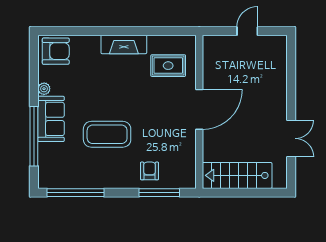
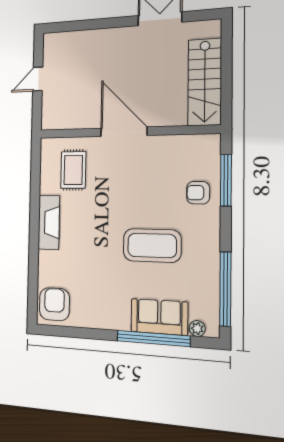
door: (247, 31) -> (38, 79), hinge flipped
plant: (44, 89) -> (197, 329), moved
sofa: (51, 119) -> (159, 317), moved
coffee table: (107, 134) -> (152, 246), turned 90

